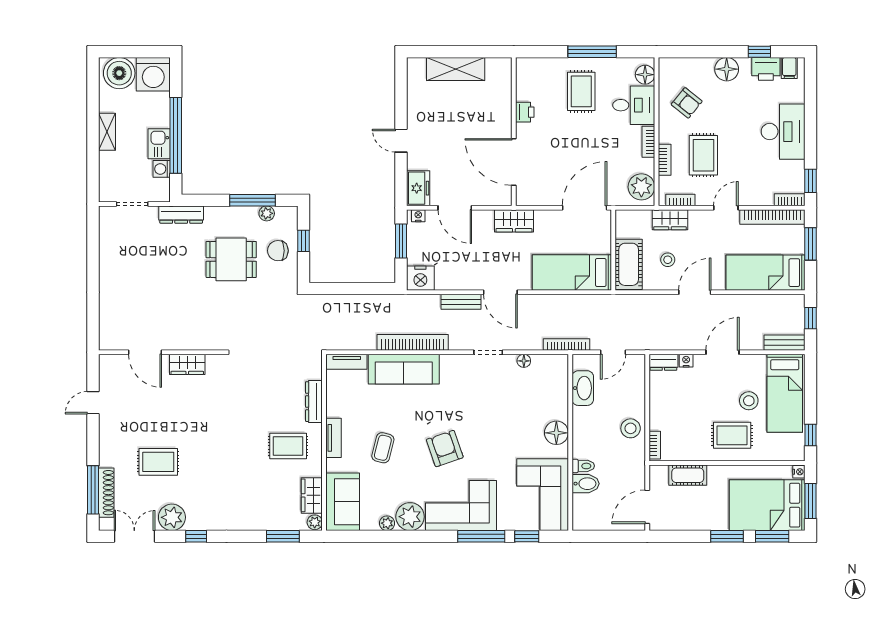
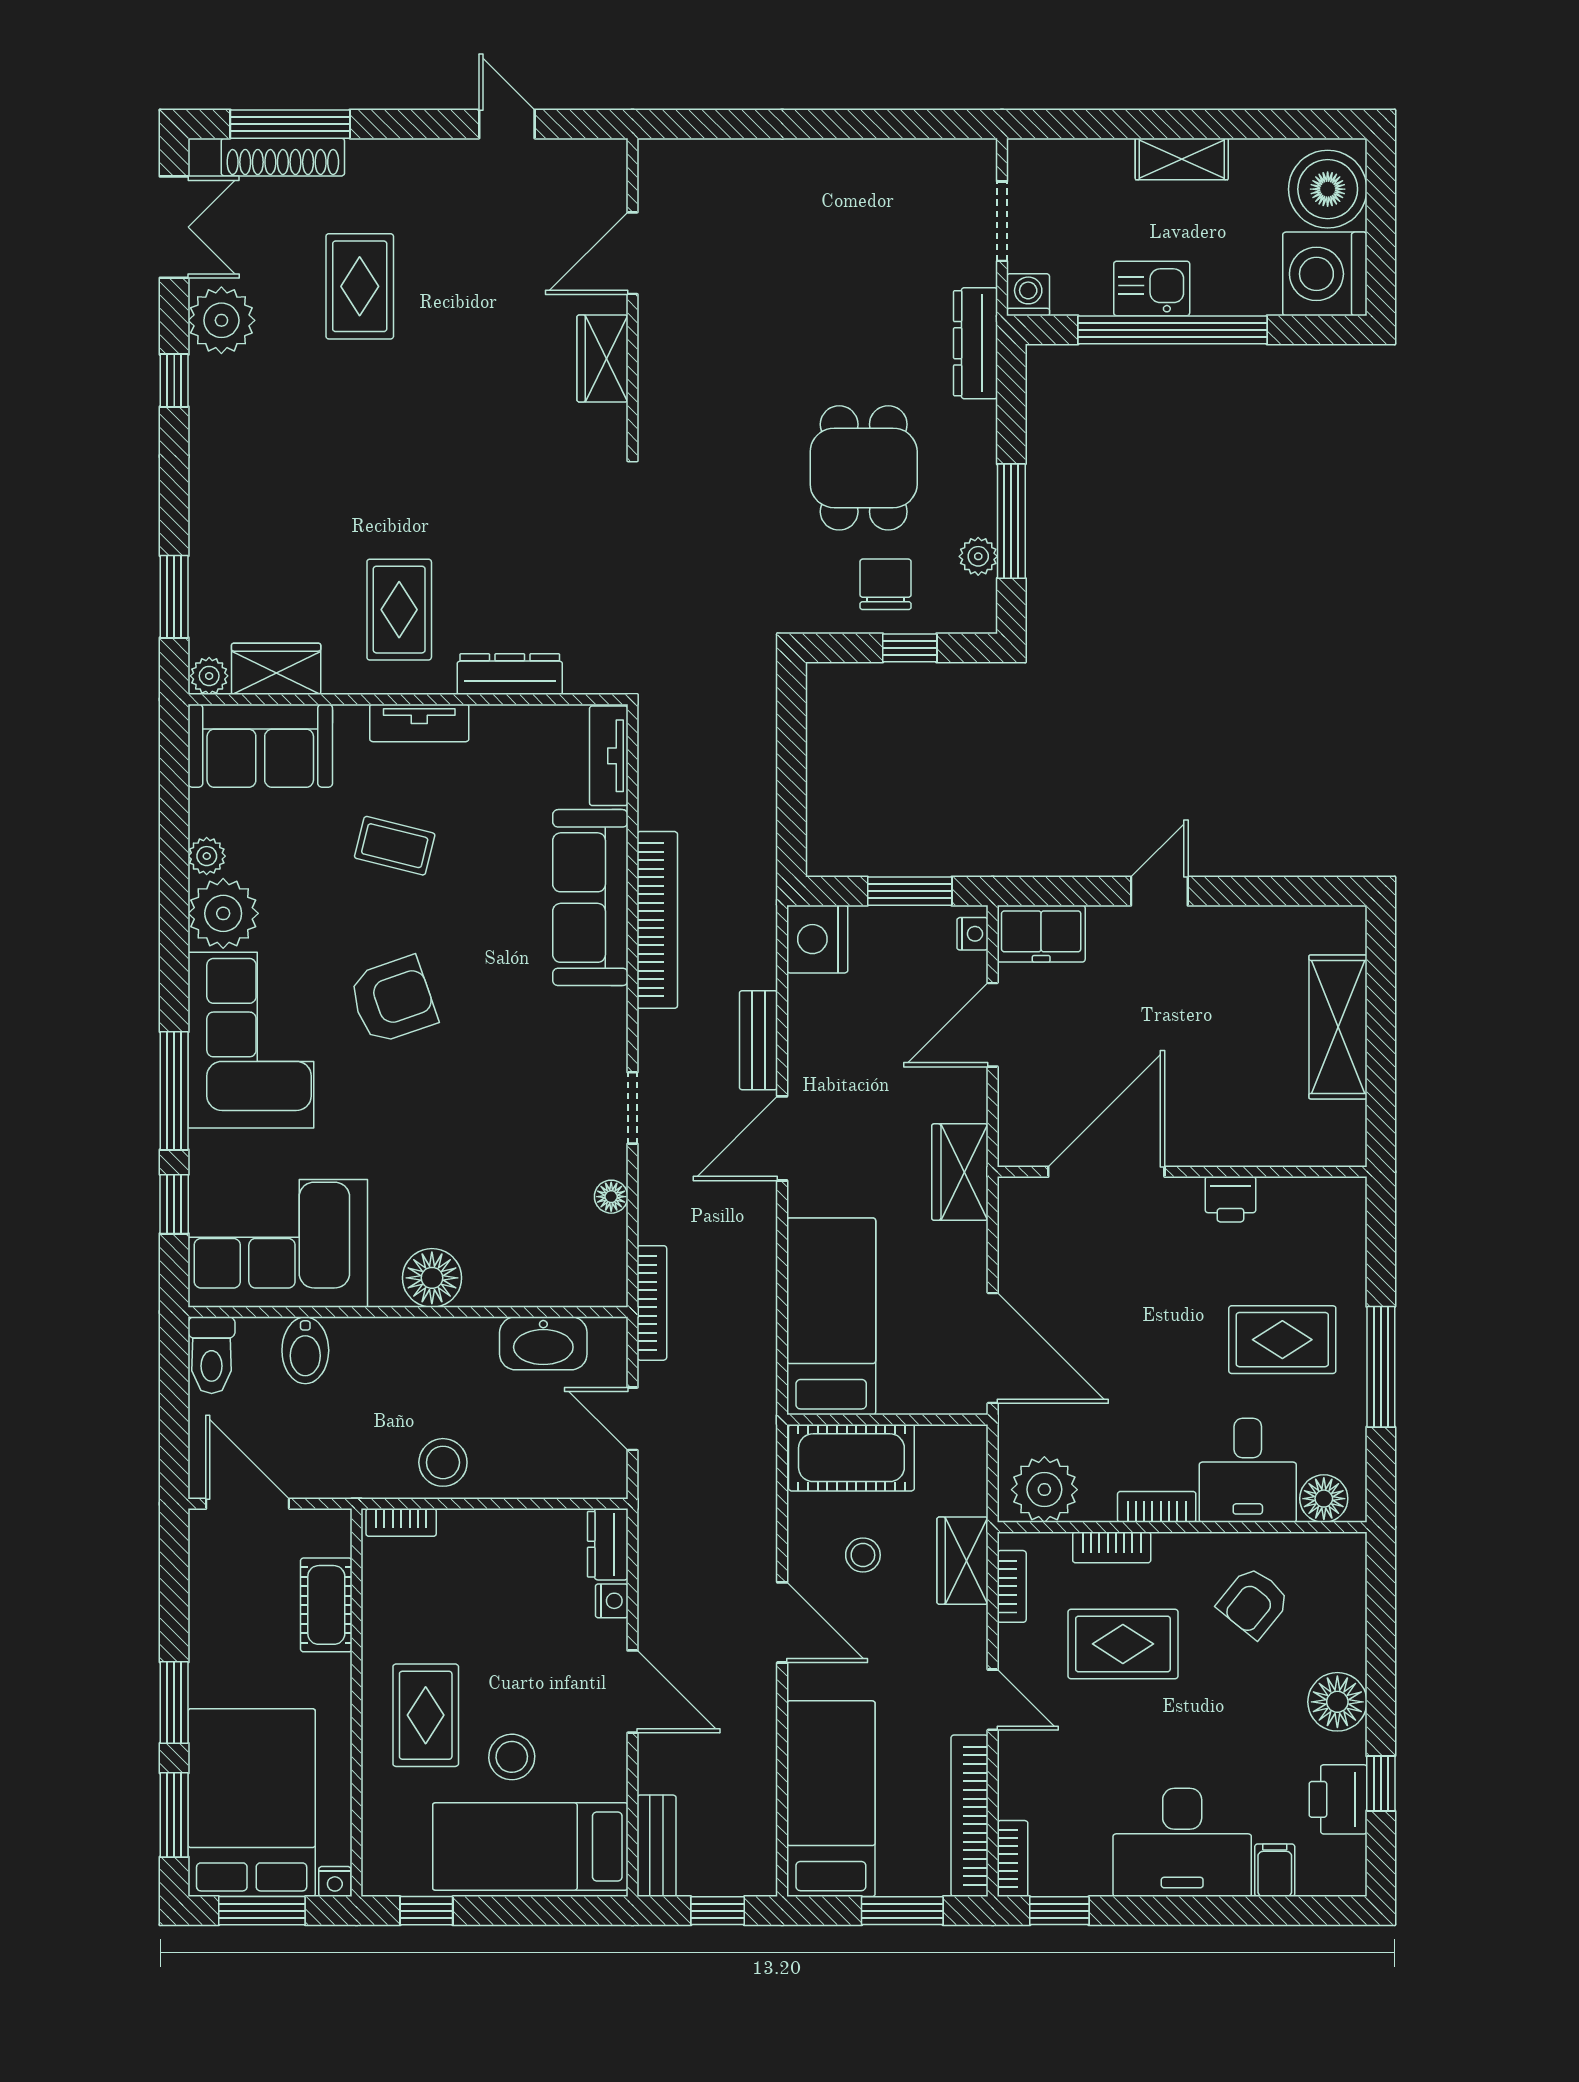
filing cabinet: (789, 68) -> (1275, 1870), moved, turned 90
washing machine: (162, 169) -> (1028, 295), moved
toilet: (583, 466) -> (212, 1355), moved, width x1.37, depth x1.39

